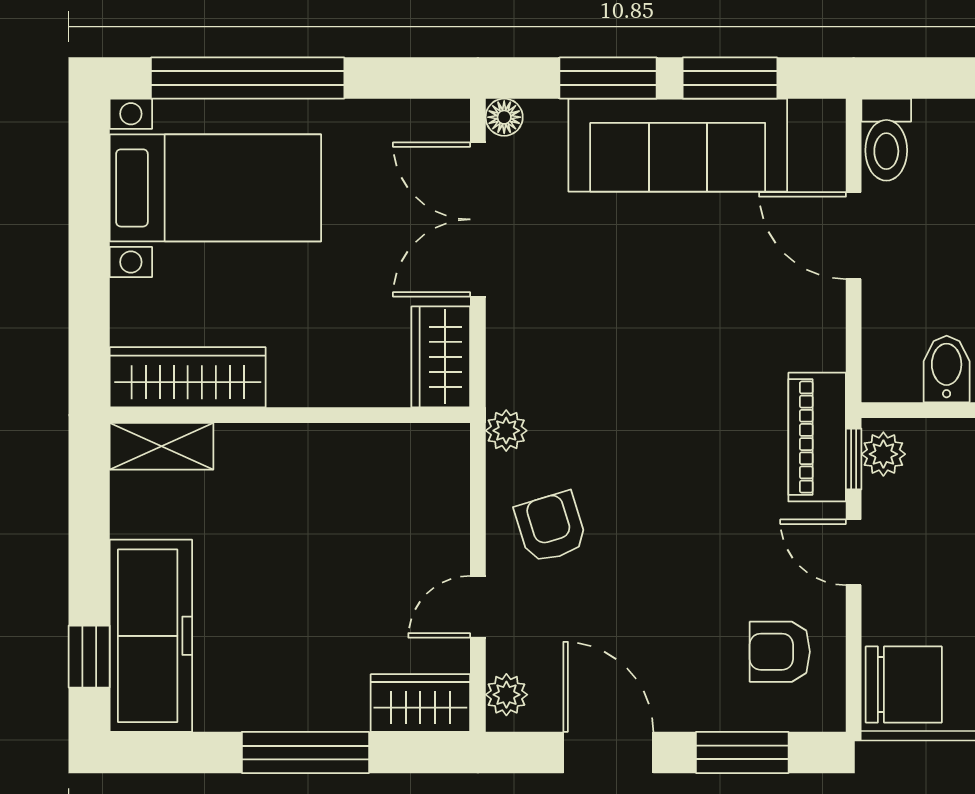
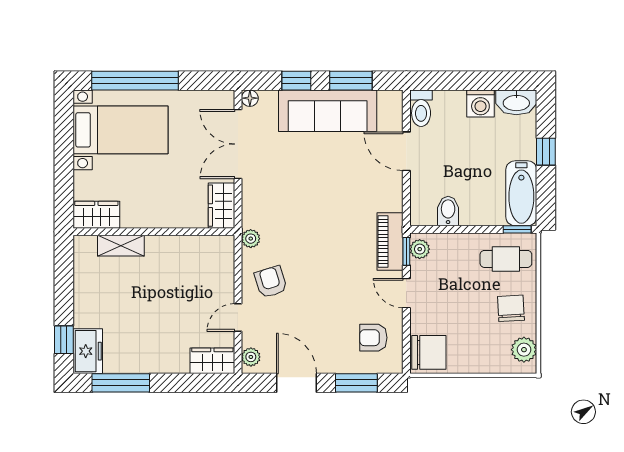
window: (608, 78) -> (296, 81), width x0.67
wardrobe: (188, 377) -> (96, 215), width x0.67
shelving: (162, 446) -> (121, 246), moved
freezer: (151, 636) -> (88, 351), width x0.52, depth x0.79
window: (305, 752) -> (121, 383), moved

